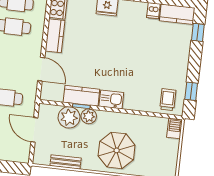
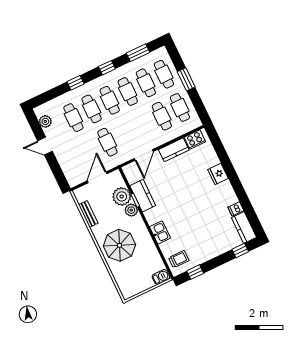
kitchen sink: (111, 99) -> (160, 232), moved

